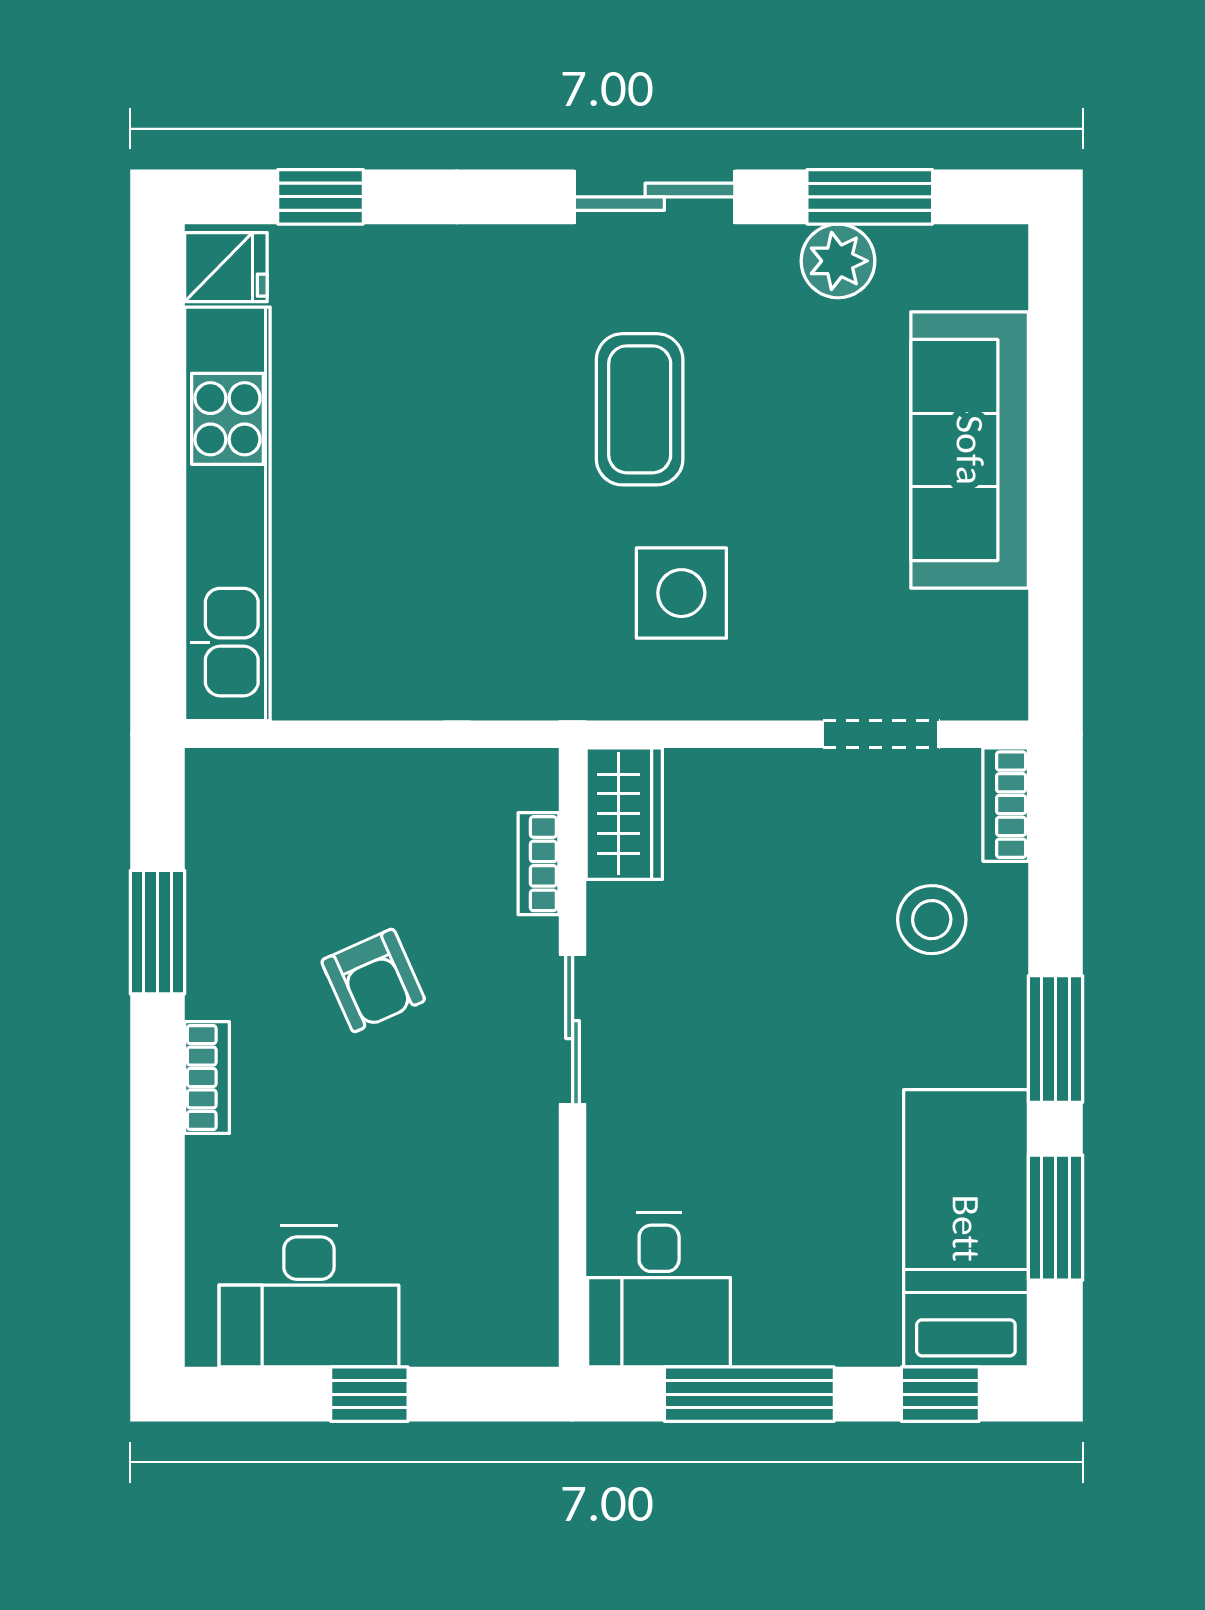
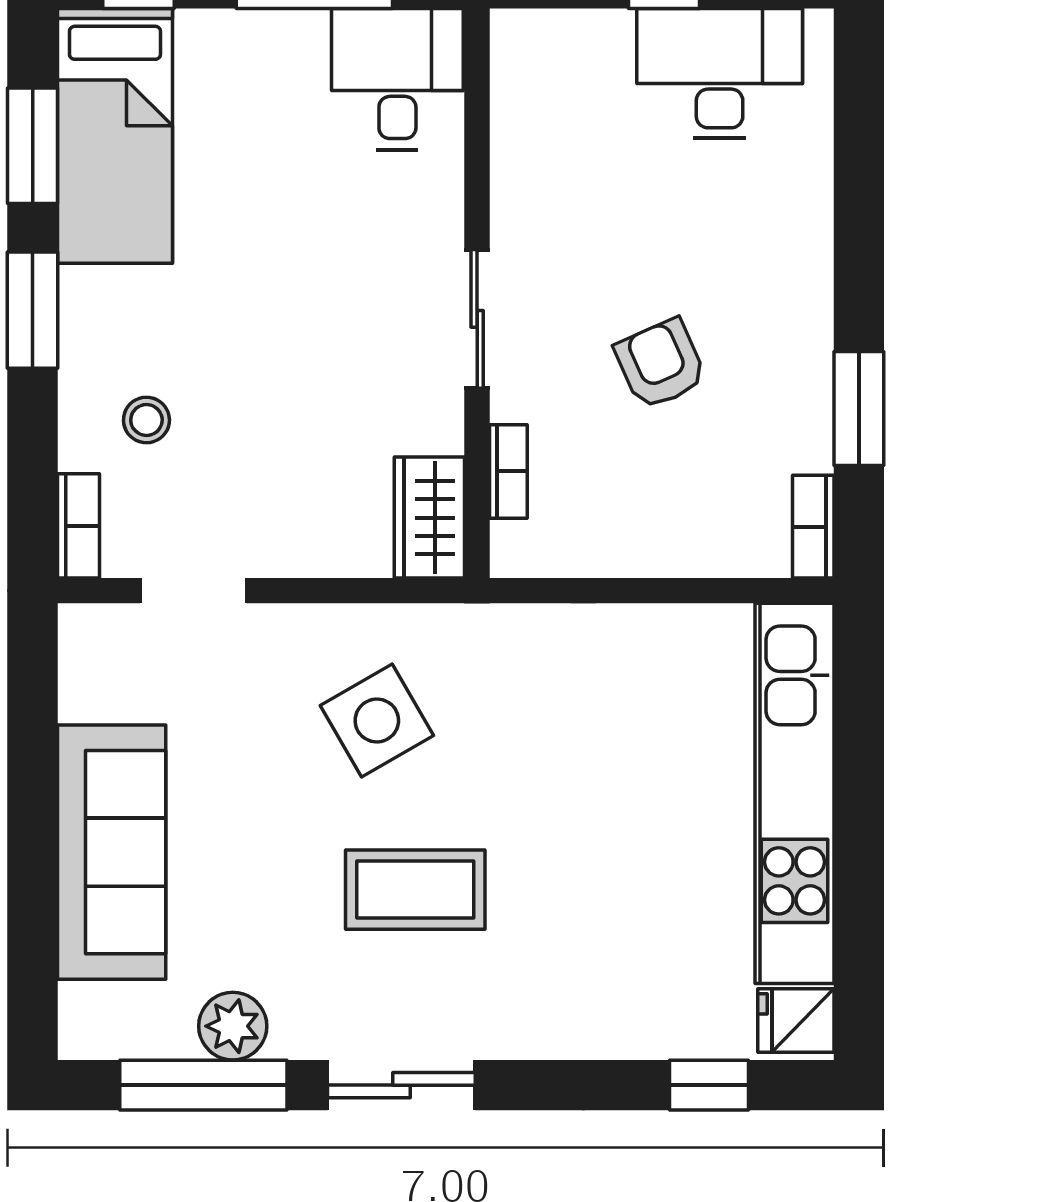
window: (870, 197) -> (203, 1085), width x1.44
coffee table: (640, 409) -> (415, 890), turned 90
side table: (681, 593) -> (377, 720), turned -30
stool: (932, 920) -> (146, 420), width x0.73, depth x0.73
bookcase: (207, 1078) -> (813, 527), moved

